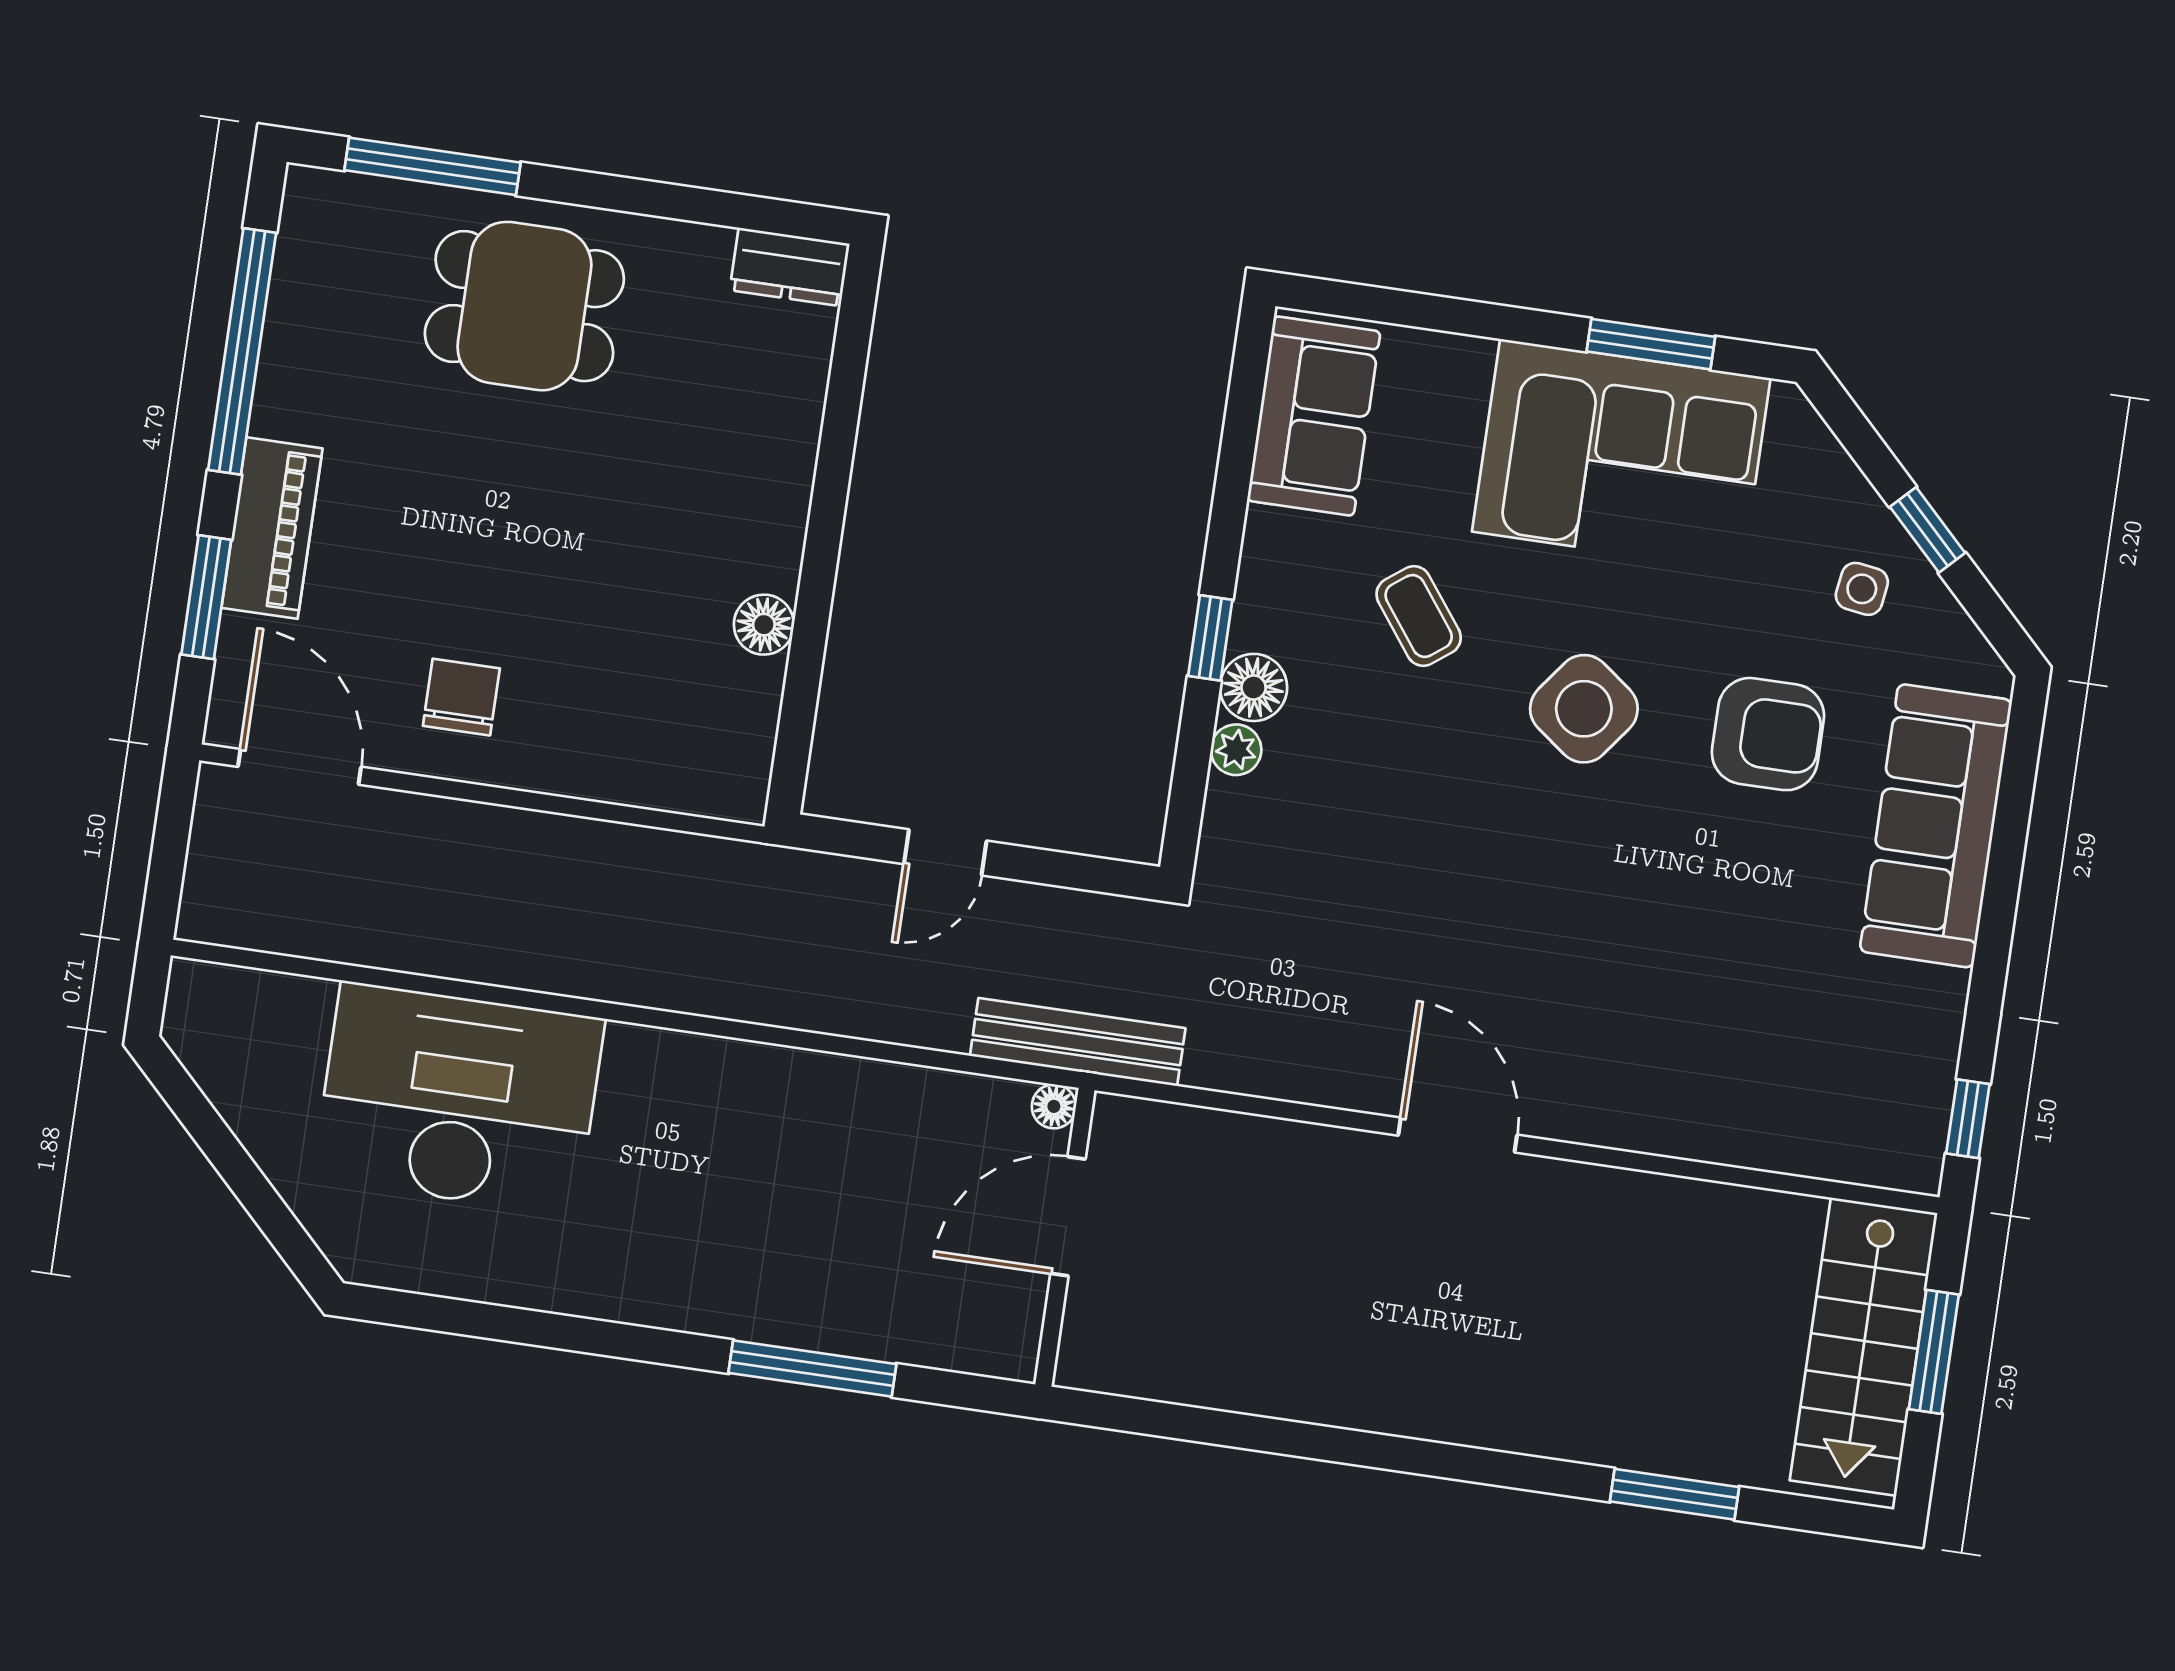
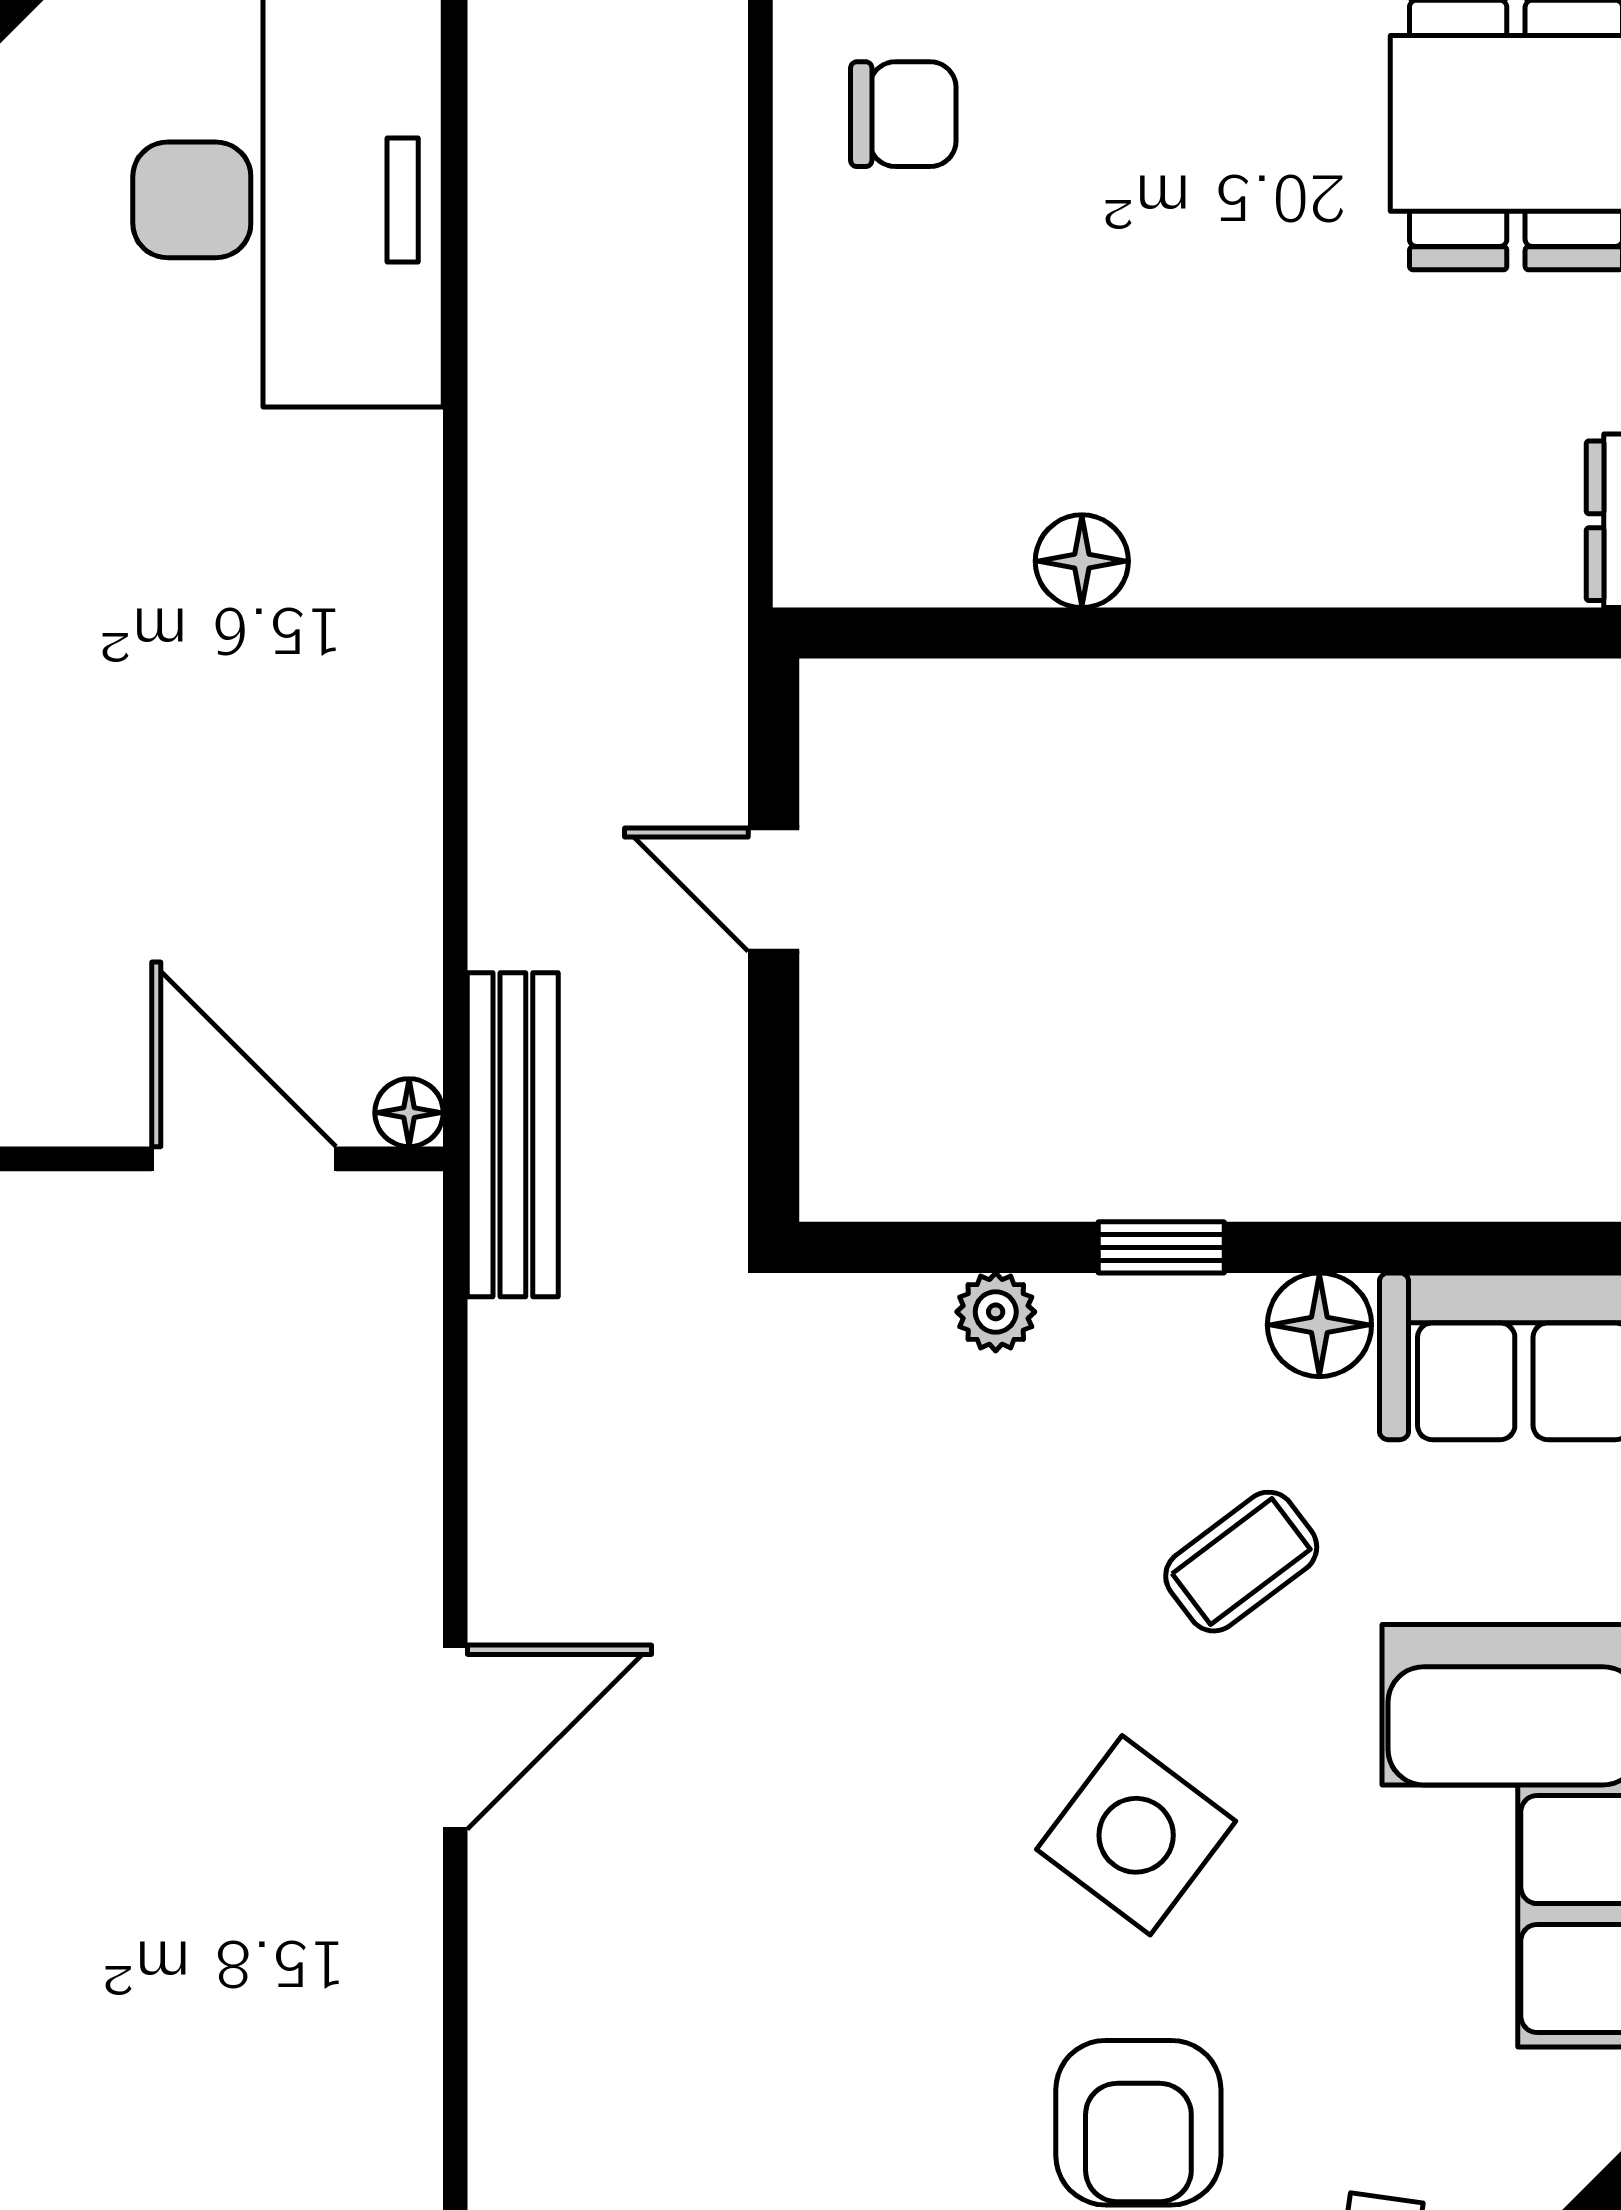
floor lamp: (1254, 687) -> (1319, 1325), moved

